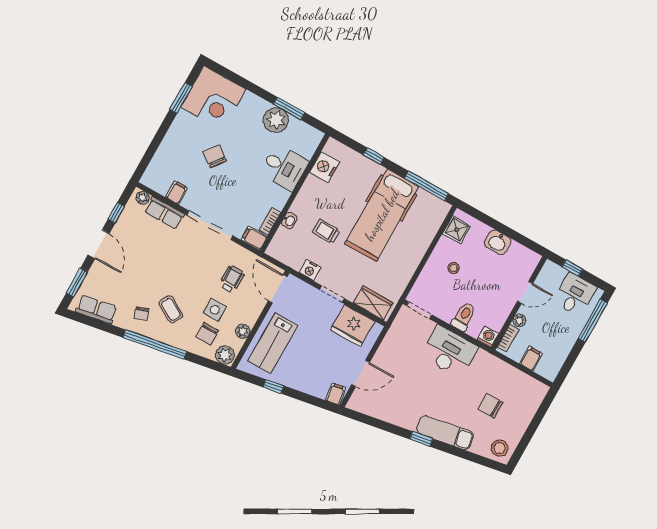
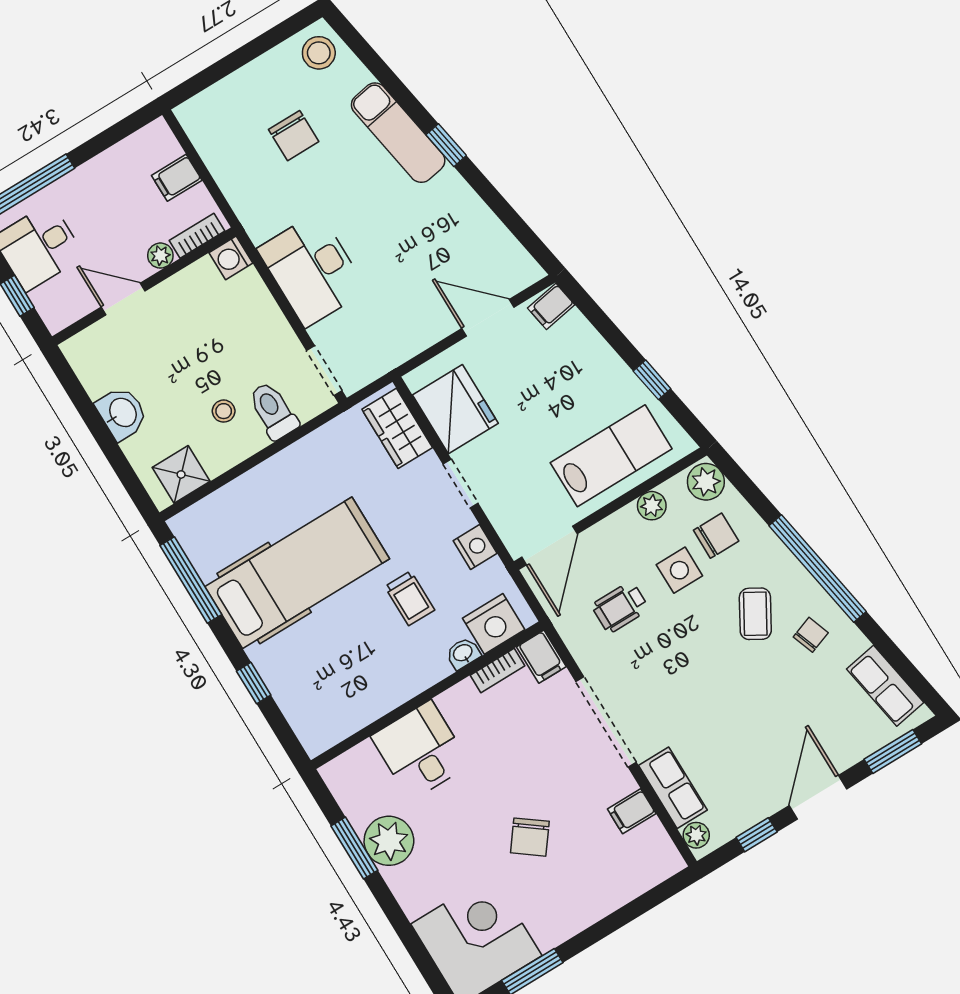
nightstand: (325, 167) -> (494, 624), moved
toilet: (464, 316) -> (273, 411), moved, turned 90

